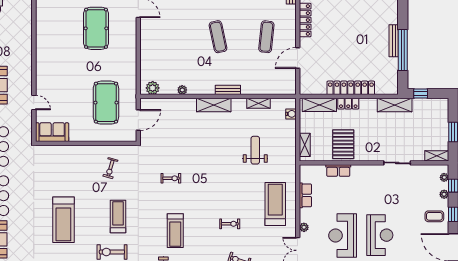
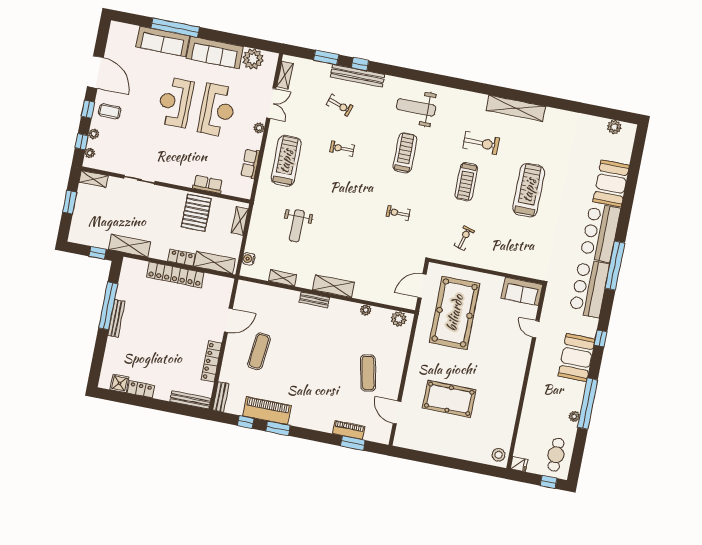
pool table: (96, 28) -> (449, 399), turned 90
exercise mat: (218, 37) -> (368, 373), moved
pool table: (106, 103) -> (455, 313), width x1.36, depth x1.32
treadmill: (275, 204) -> (286, 161), turned 180

